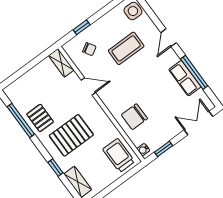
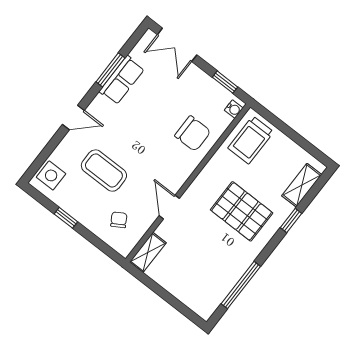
window: (82, 27) -> (66, 218), moved
window: (194, 72) -> (110, 70), width x0.69
pallet: (40, 118) -> (230, 260), removed

